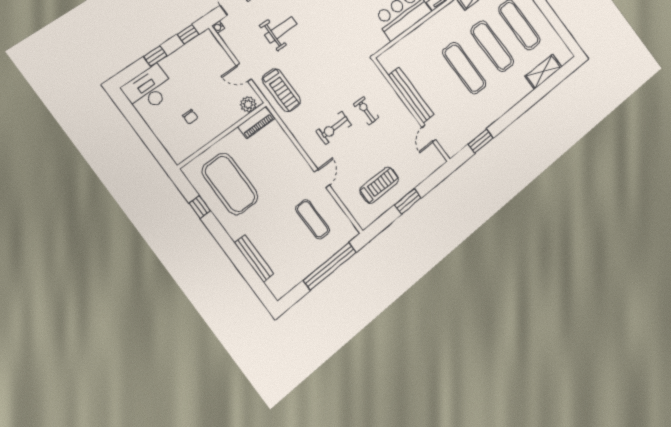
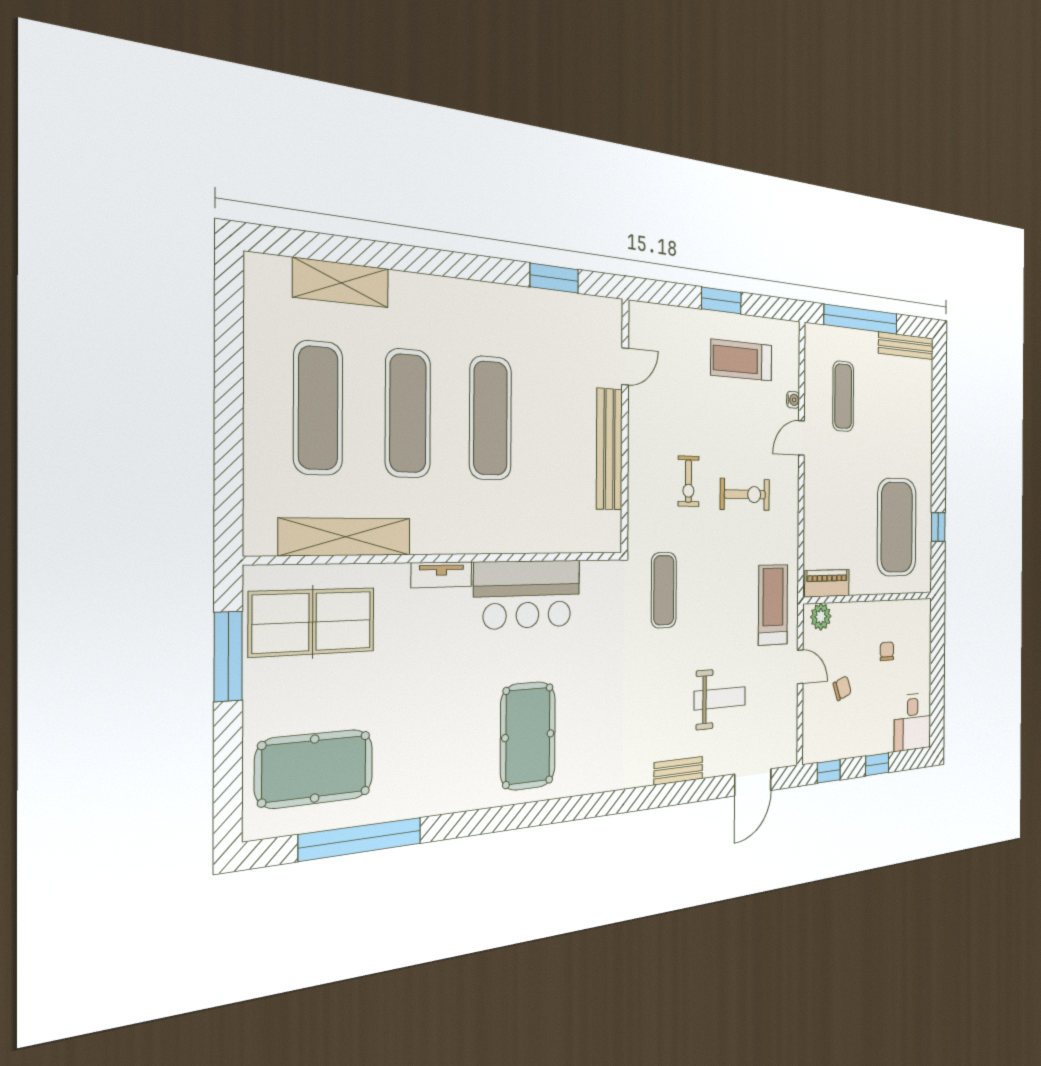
water cooler: (218, 27) -> (793, 400), moved
weight bench: (281, 30) -> (720, 698), turned 180
exercise mat: (344, 57) -> (664, 590), added
chair: (209, 79) -> (842, 688), added
desk: (149, 89) -> (913, 722), width x0.73
bench: (254, 258) -> (906, 346), moved, turned 90

